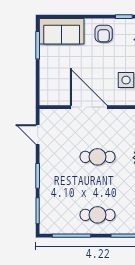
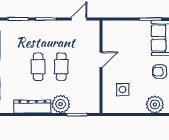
door: (89, 107) -> (101, 60), width x0.53
cafe table: (98, 215) -> (38, 67), moved

